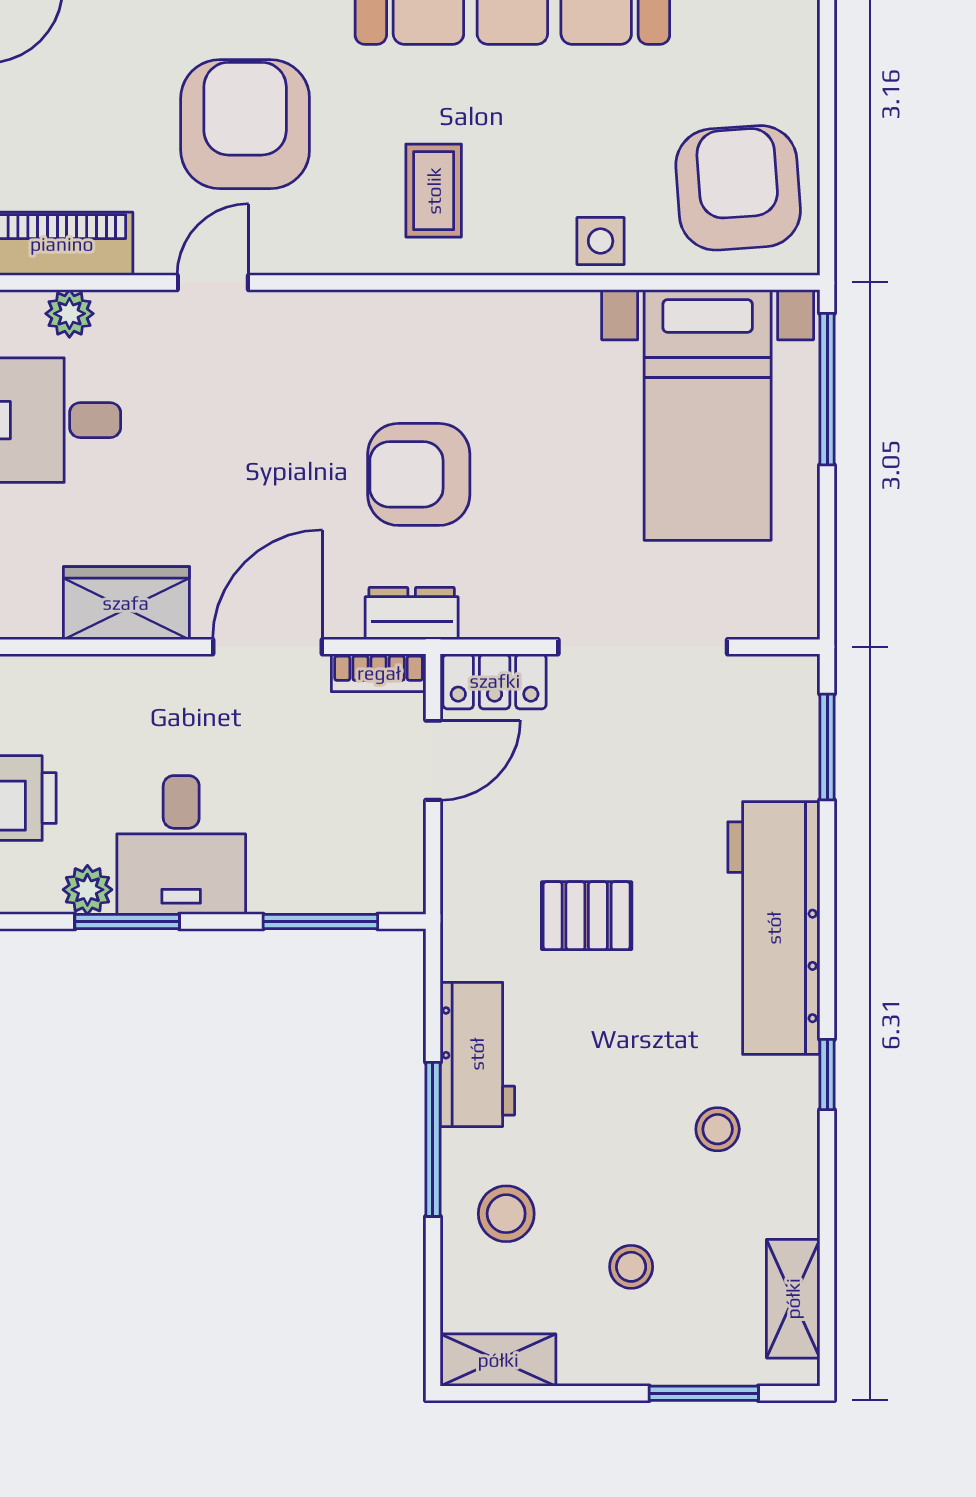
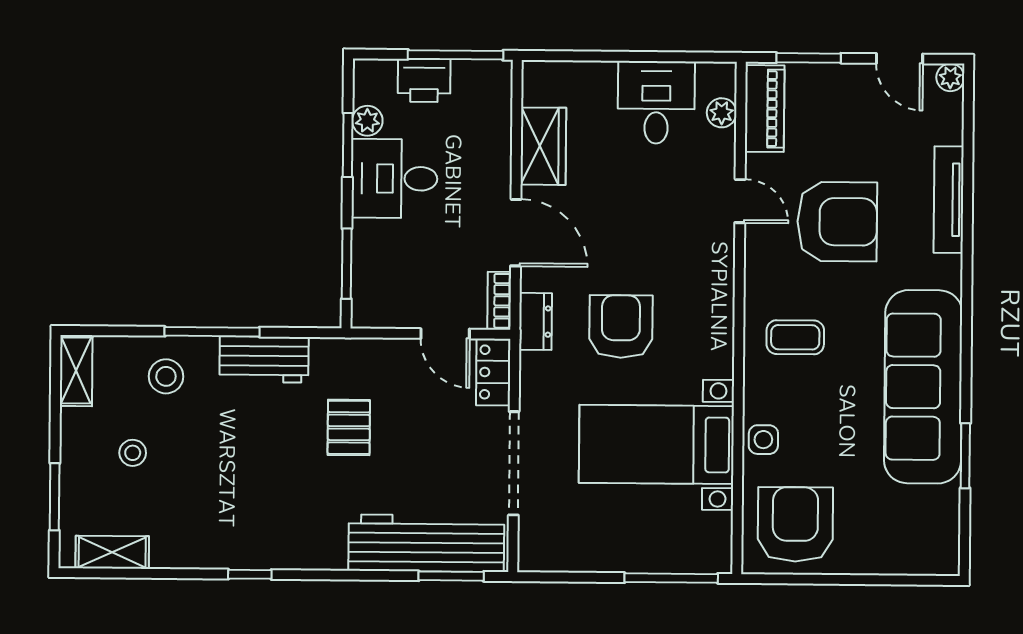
armchair: (738, 188) -> (795, 524), turned -86
bed with nightstands: (708, 415) -> (656, 444), moved
workbench: (774, 928) -> (426, 543), moved
stool: (718, 1129) -> (217, 507), removed

